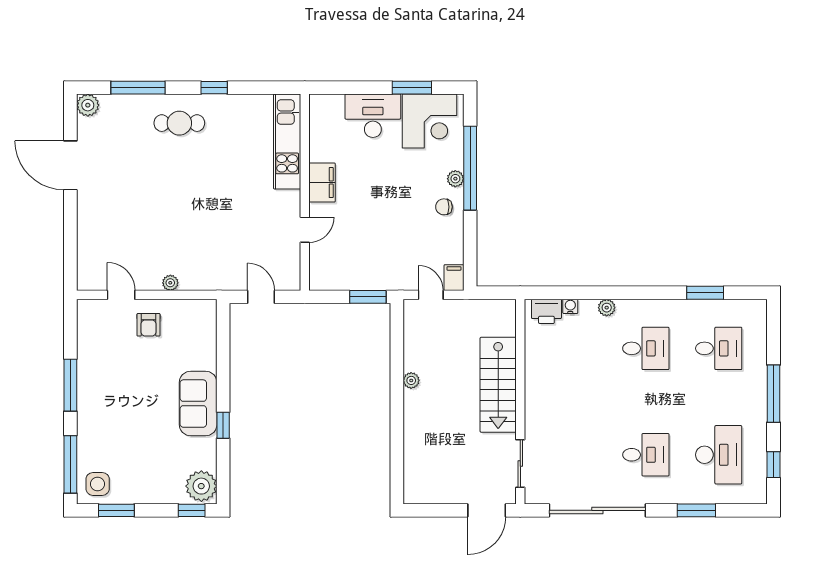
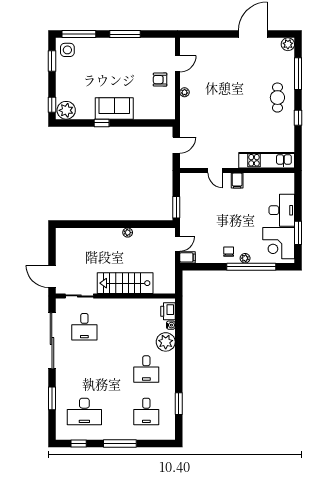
filing cabinet: (322, 183) -> (237, 181), width x0.50
plant: (607, 308) -> (166, 342), width x1.88, depth x1.88
desk: (646, 455) -> (84, 327), moved

